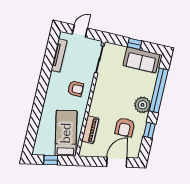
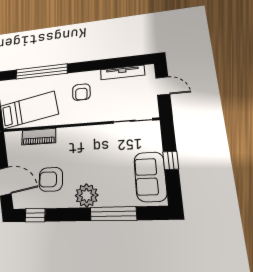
armchair: (76, 89) -> (81, 92), moved
window: (159, 90) -> (113, 214), width x0.68
window: (36, 117) -> (41, 71), added
window: (149, 130) -> (35, 215), moved

